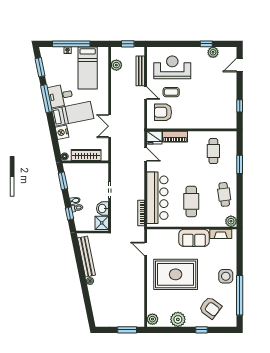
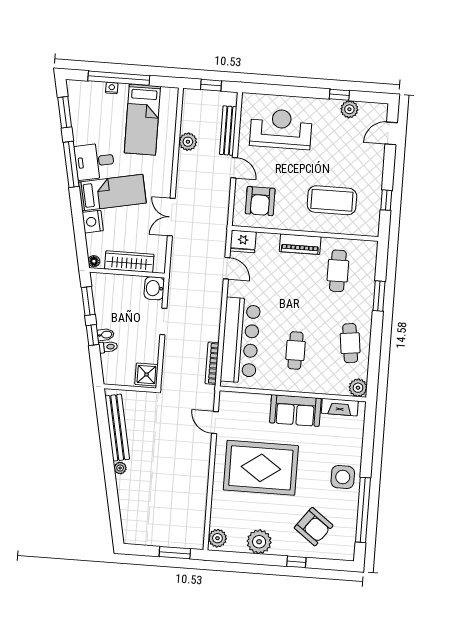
plant: (116, 65) -> (188, 142), moved
coffee table: (171, 92) -> (332, 200), moved, width x1.86, depth x1.72
armchair: (163, 112) -> (260, 201), turned -90
piano: (175, 137) -> (300, 244), moved
cafe table: (191, 201) -> (295, 350), width x0.73, depth x0.74
washbasin: (103, 208) -> (154, 288), moved
window: (70, 213) -> (92, 335), moved

